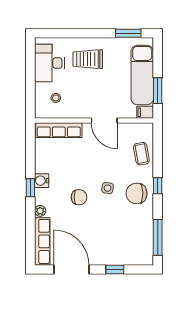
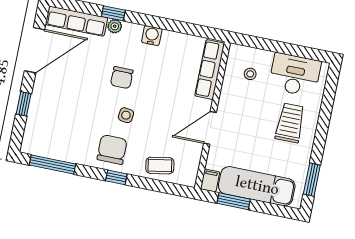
window: (30, 188) -> (113, 13), moved

